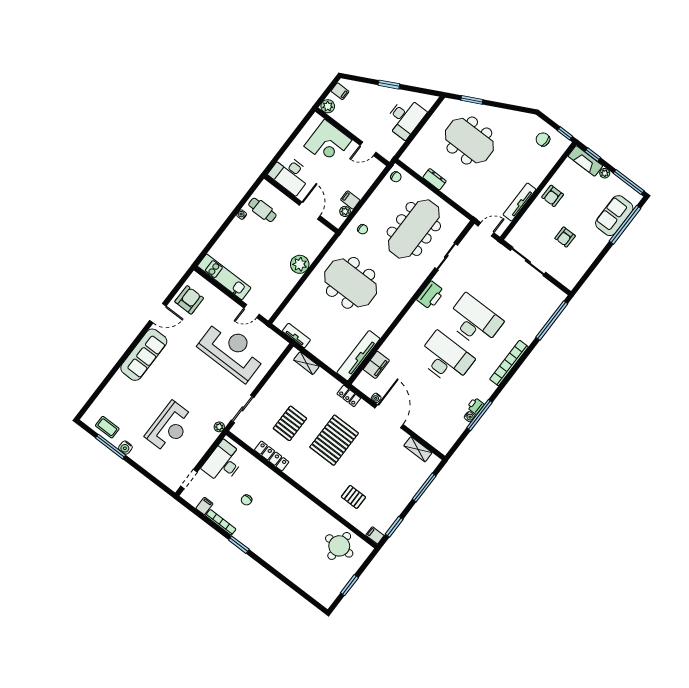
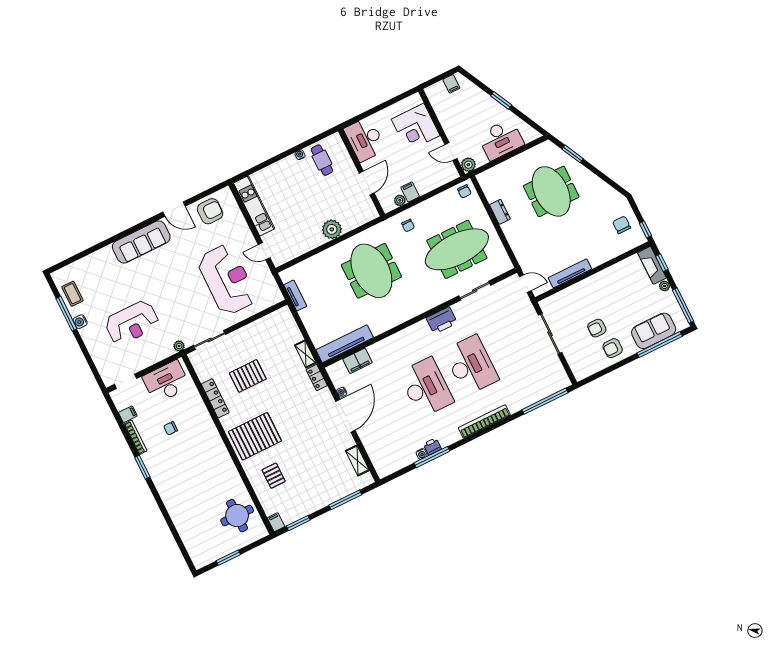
plant: (328, 106) -> (468, 165), moved
armchair: (553, 196) -> (613, 348), moved
shelving: (306, 363) -> (305, 354), moved
pallet: (334, 440) -> (255, 436), moved

